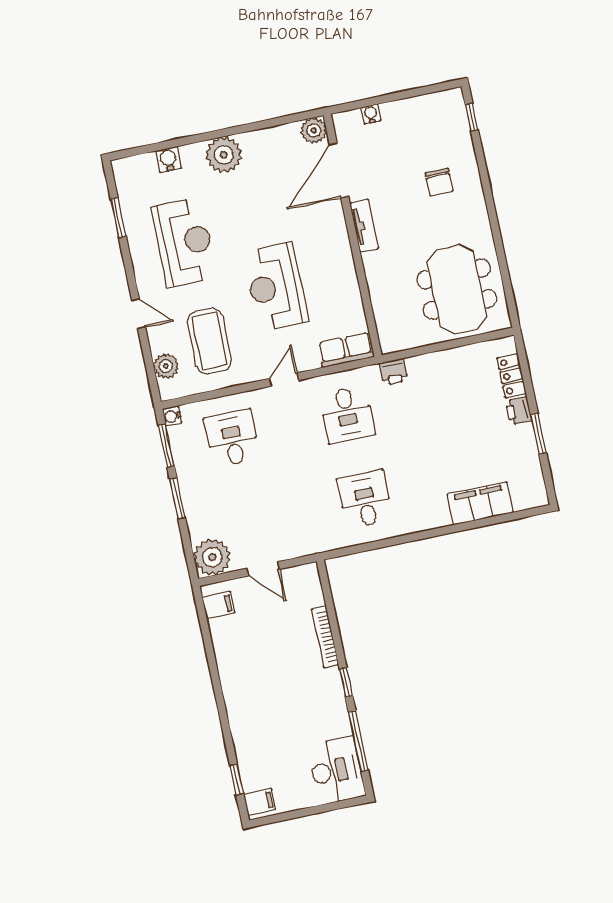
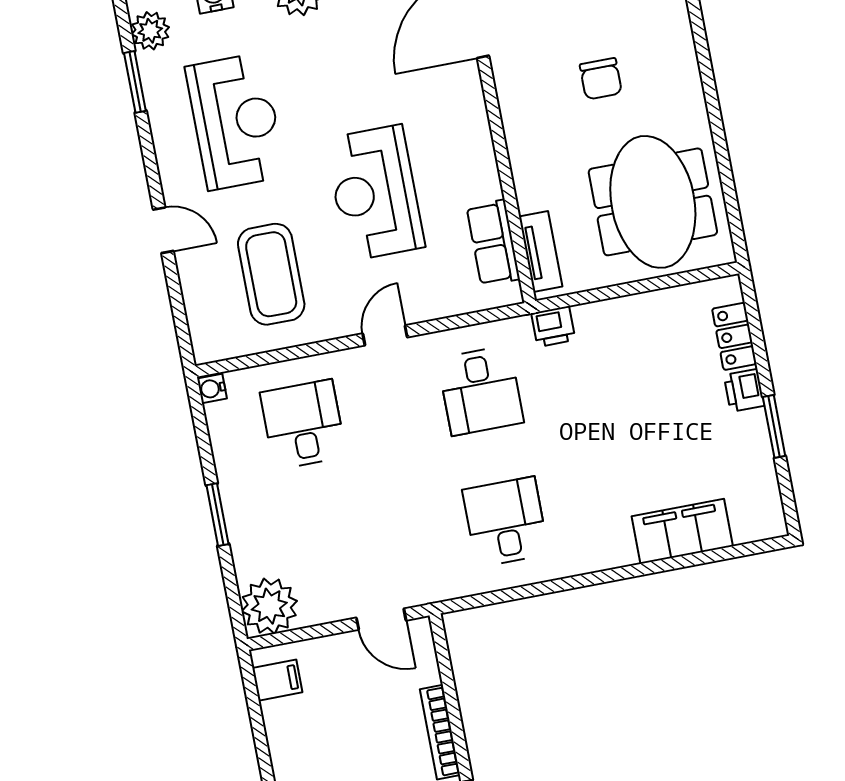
chair: (439, 182) -> (601, 79), moved
tv unit: (364, 226) -> (541, 251), moved
row of seats: (346, 350) -> (493, 243), moved, turned -90
plant: (166, 366) -> (150, 31), moved
window: (166, 446) -> (202, 433), removed
door: (263, 569) -> (381, 619), moved

